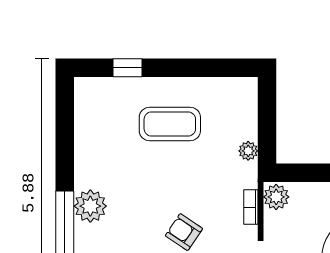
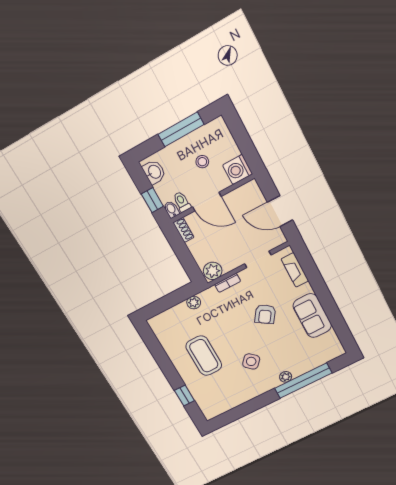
side table: (129, 181) -> (251, 361), added
plant: (90, 206) -> (286, 377), width x0.53, depth x0.53

